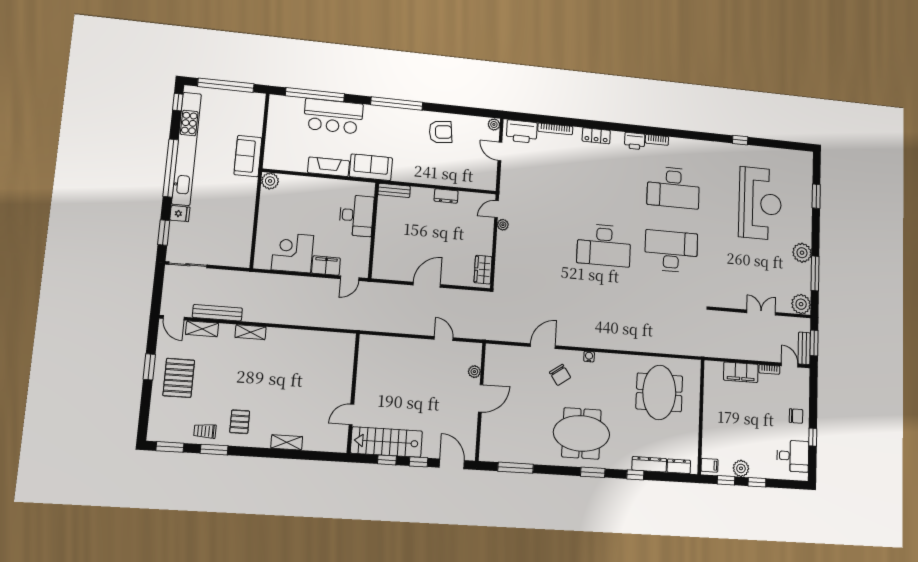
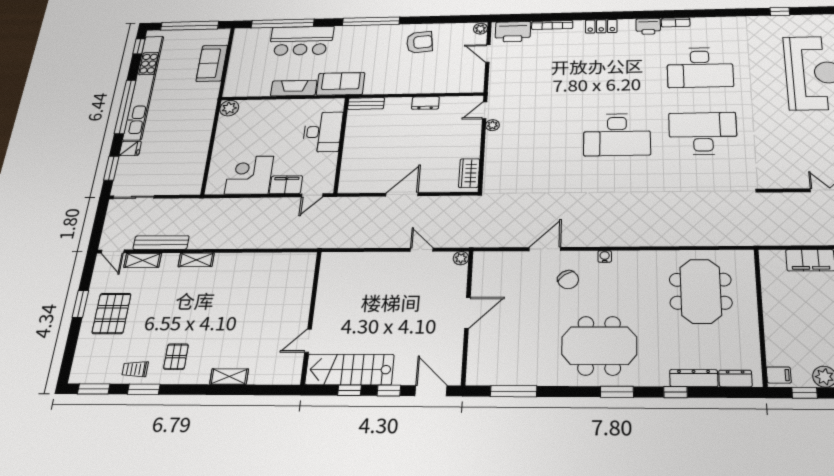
sofa: (248, 156) -> (212, 63), moved
plant: (474, 372) -> (461, 258), moved

